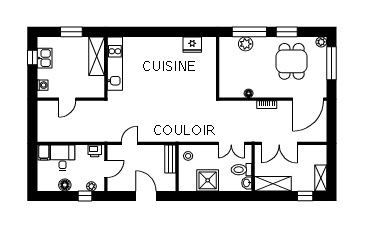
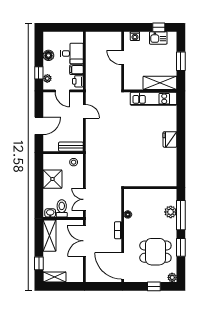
fridge: (192, 45) -> (170, 139), moved
window: (332, 63) -> (154, 286), width x0.46
filing cabinet: (44, 153) -> (77, 70), moved

